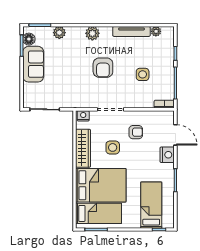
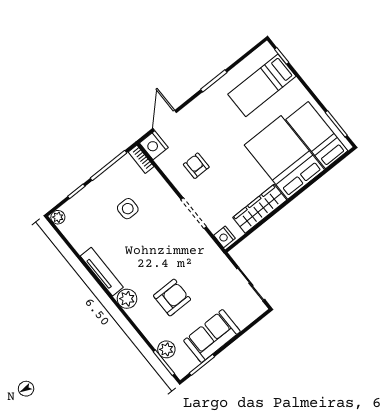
tv unit: (131, 31) -> (102, 272), moved
plant: (156, 31) -> (58, 217), moved
plant: (59, 33) -> (166, 349), moved
floor lamp: (29, 39) -> (189, 363), removed
armchair: (103, 68) -> (172, 298), moved
side table: (113, 147) -> (233, 177), removed
nightstand: (167, 155) -> (154, 145), moved, turned -90

